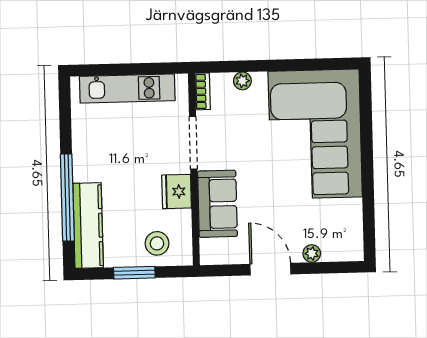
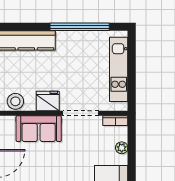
window: (67, 197) -> (80, 27), moved
stool: (157, 243) -> (15, 101), moved

